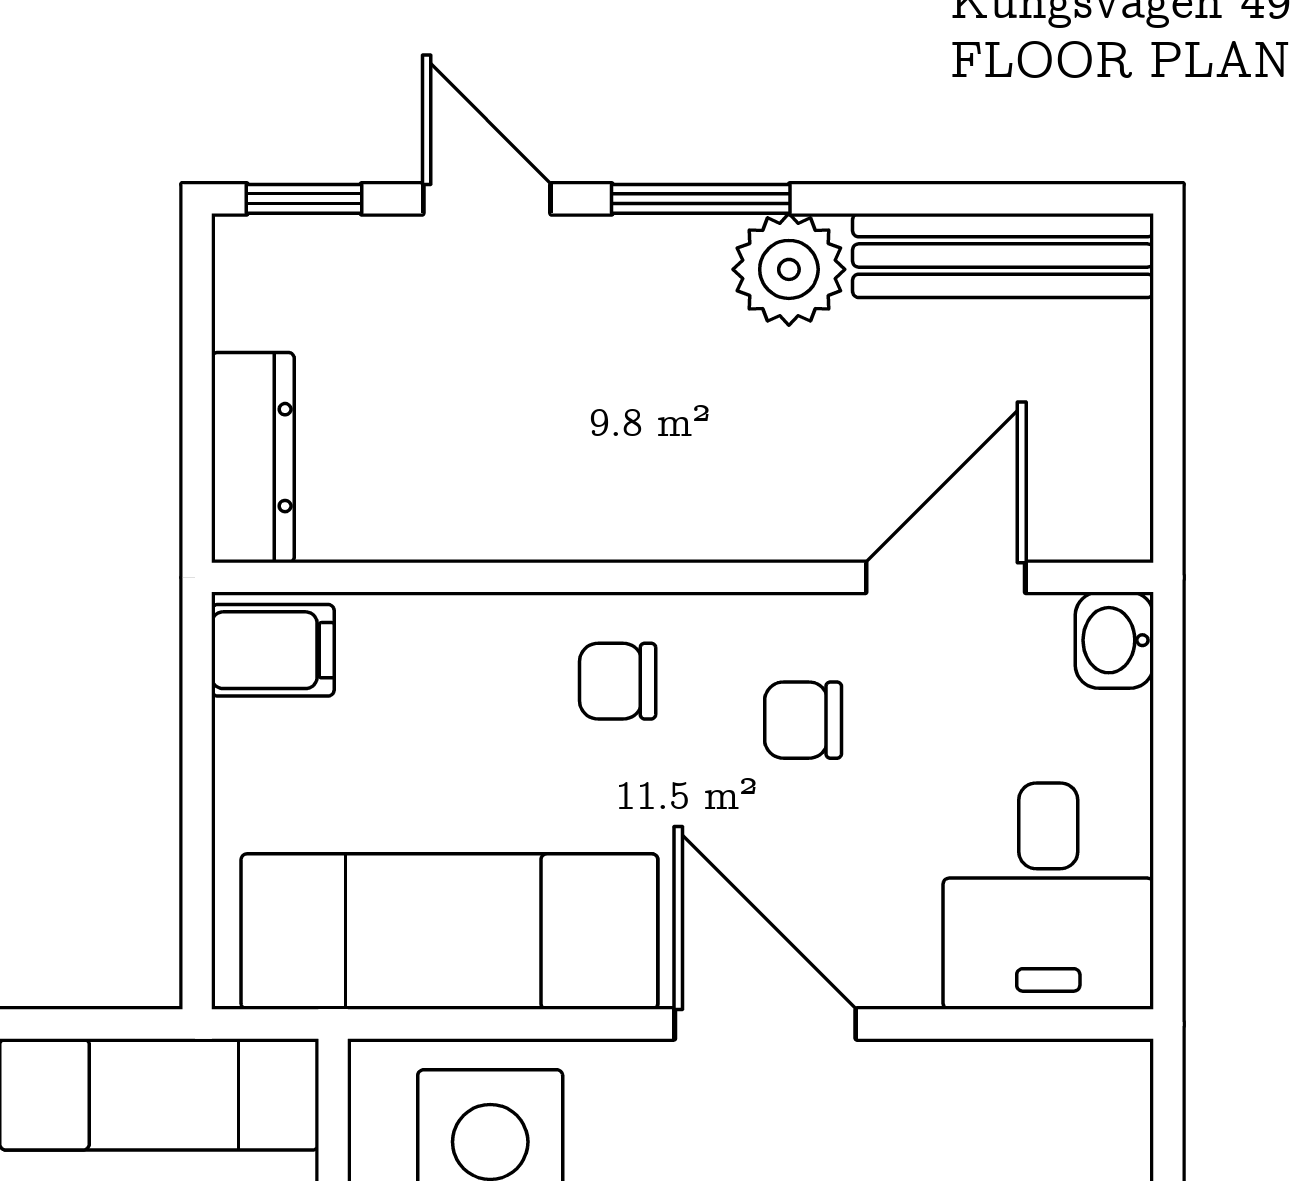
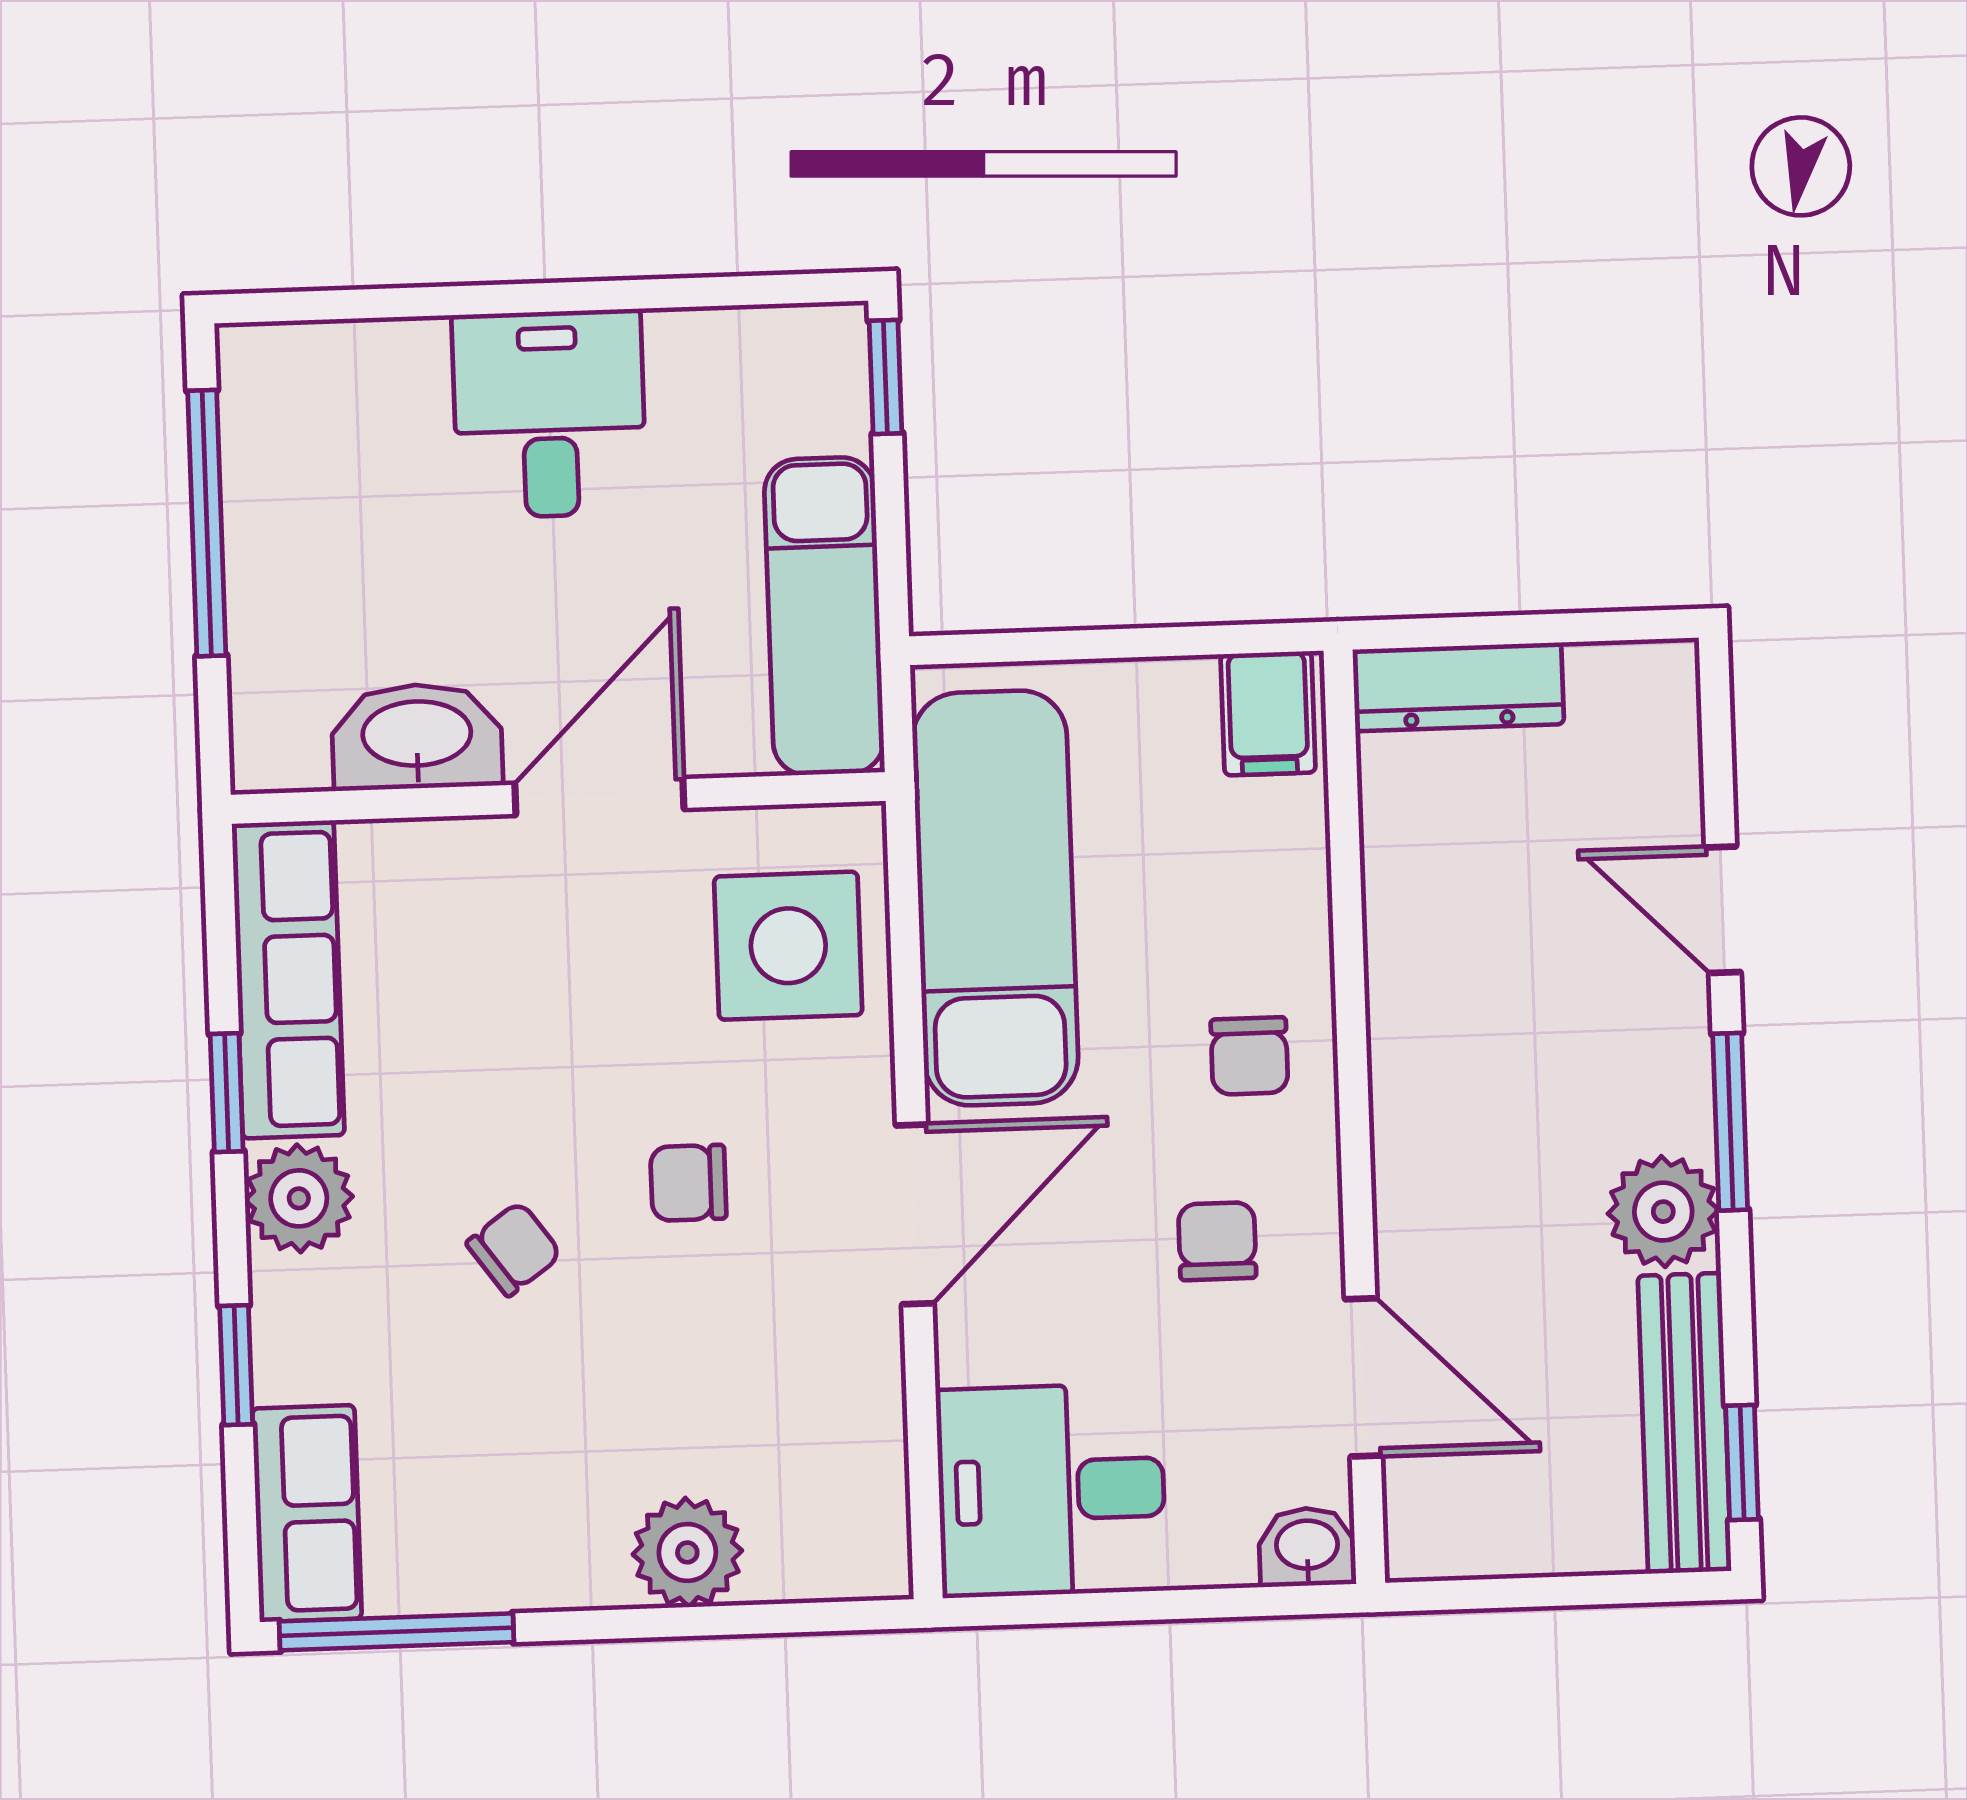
window: (304, 199) -> (1742, 1463), moved
door: (487, 199) -> (1723, 910), swing flipped
chair: (618, 681) -> (1249, 1056), turned 180

